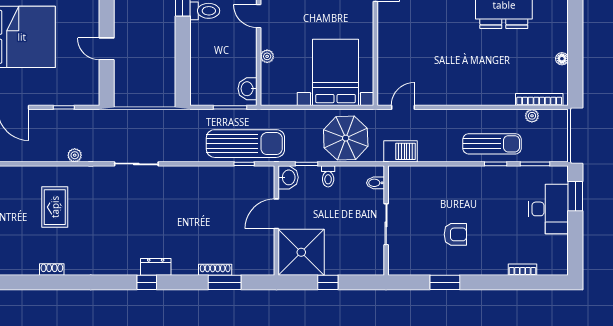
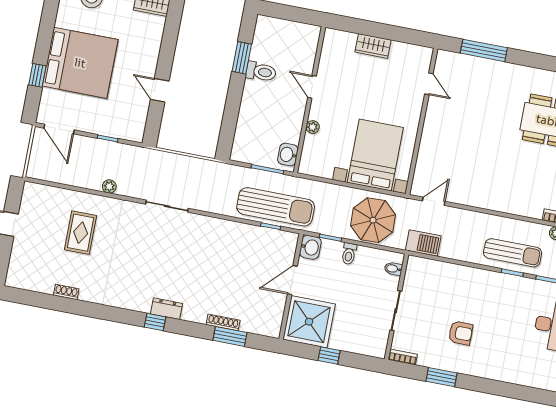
bookcase: (523, 270) -> (403, 357), moved

